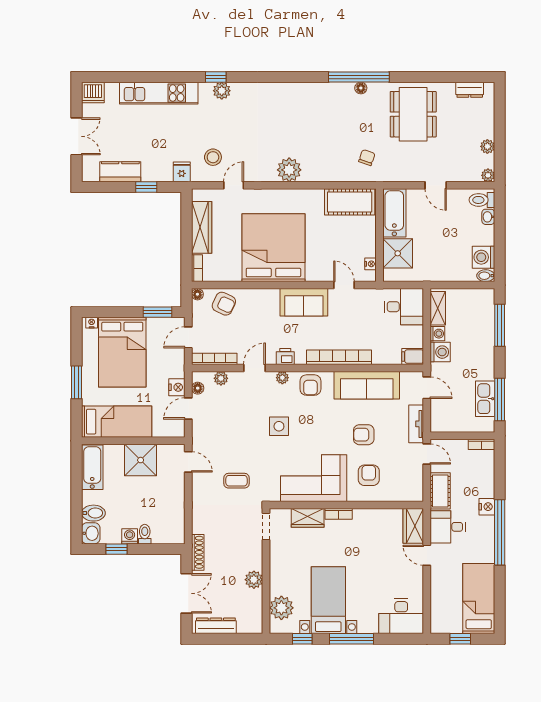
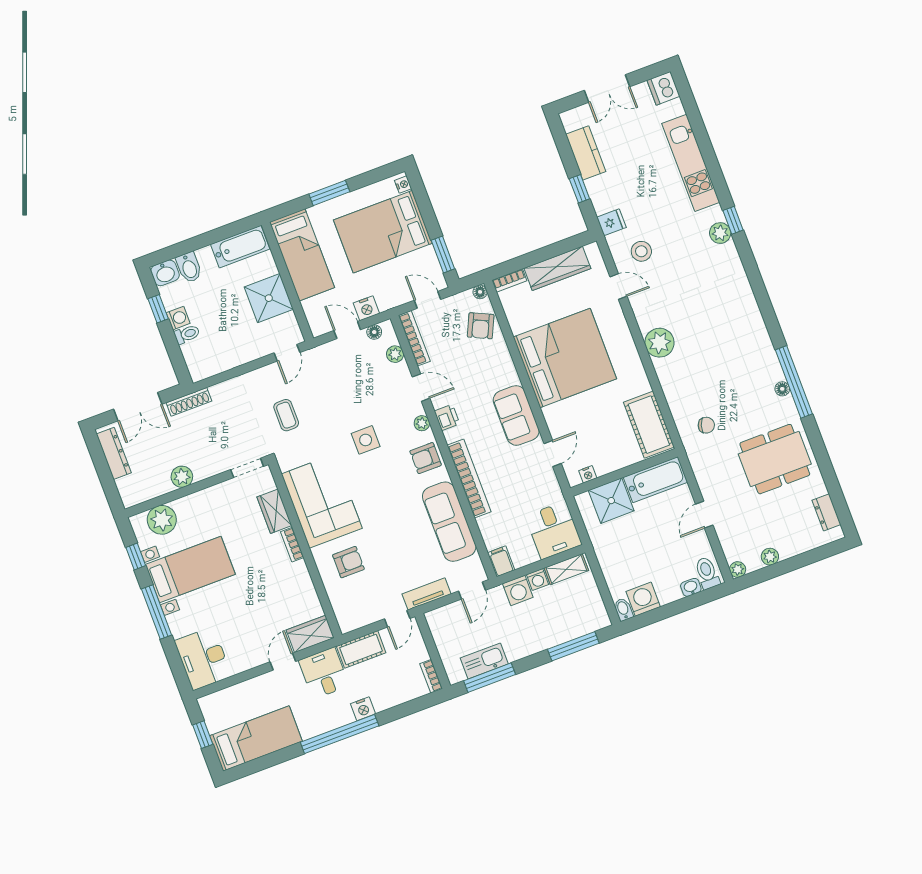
armchair: (364, 435) -> (392, 539), removed

